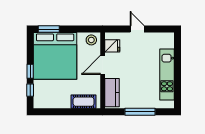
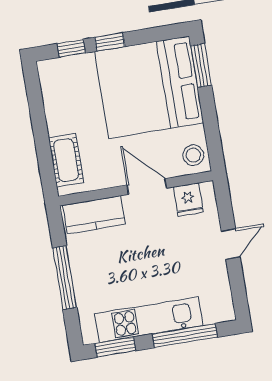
window: (177, 58) -> (185, 336), added
window: (177, 93) -> (115, 347), added

